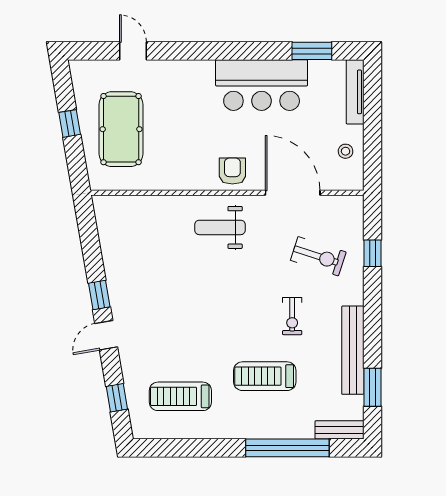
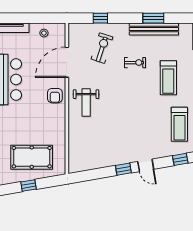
armchair: (232, 171) -> (55, 96), turned -90
window: (373, 387) -> (153, 18), moved

